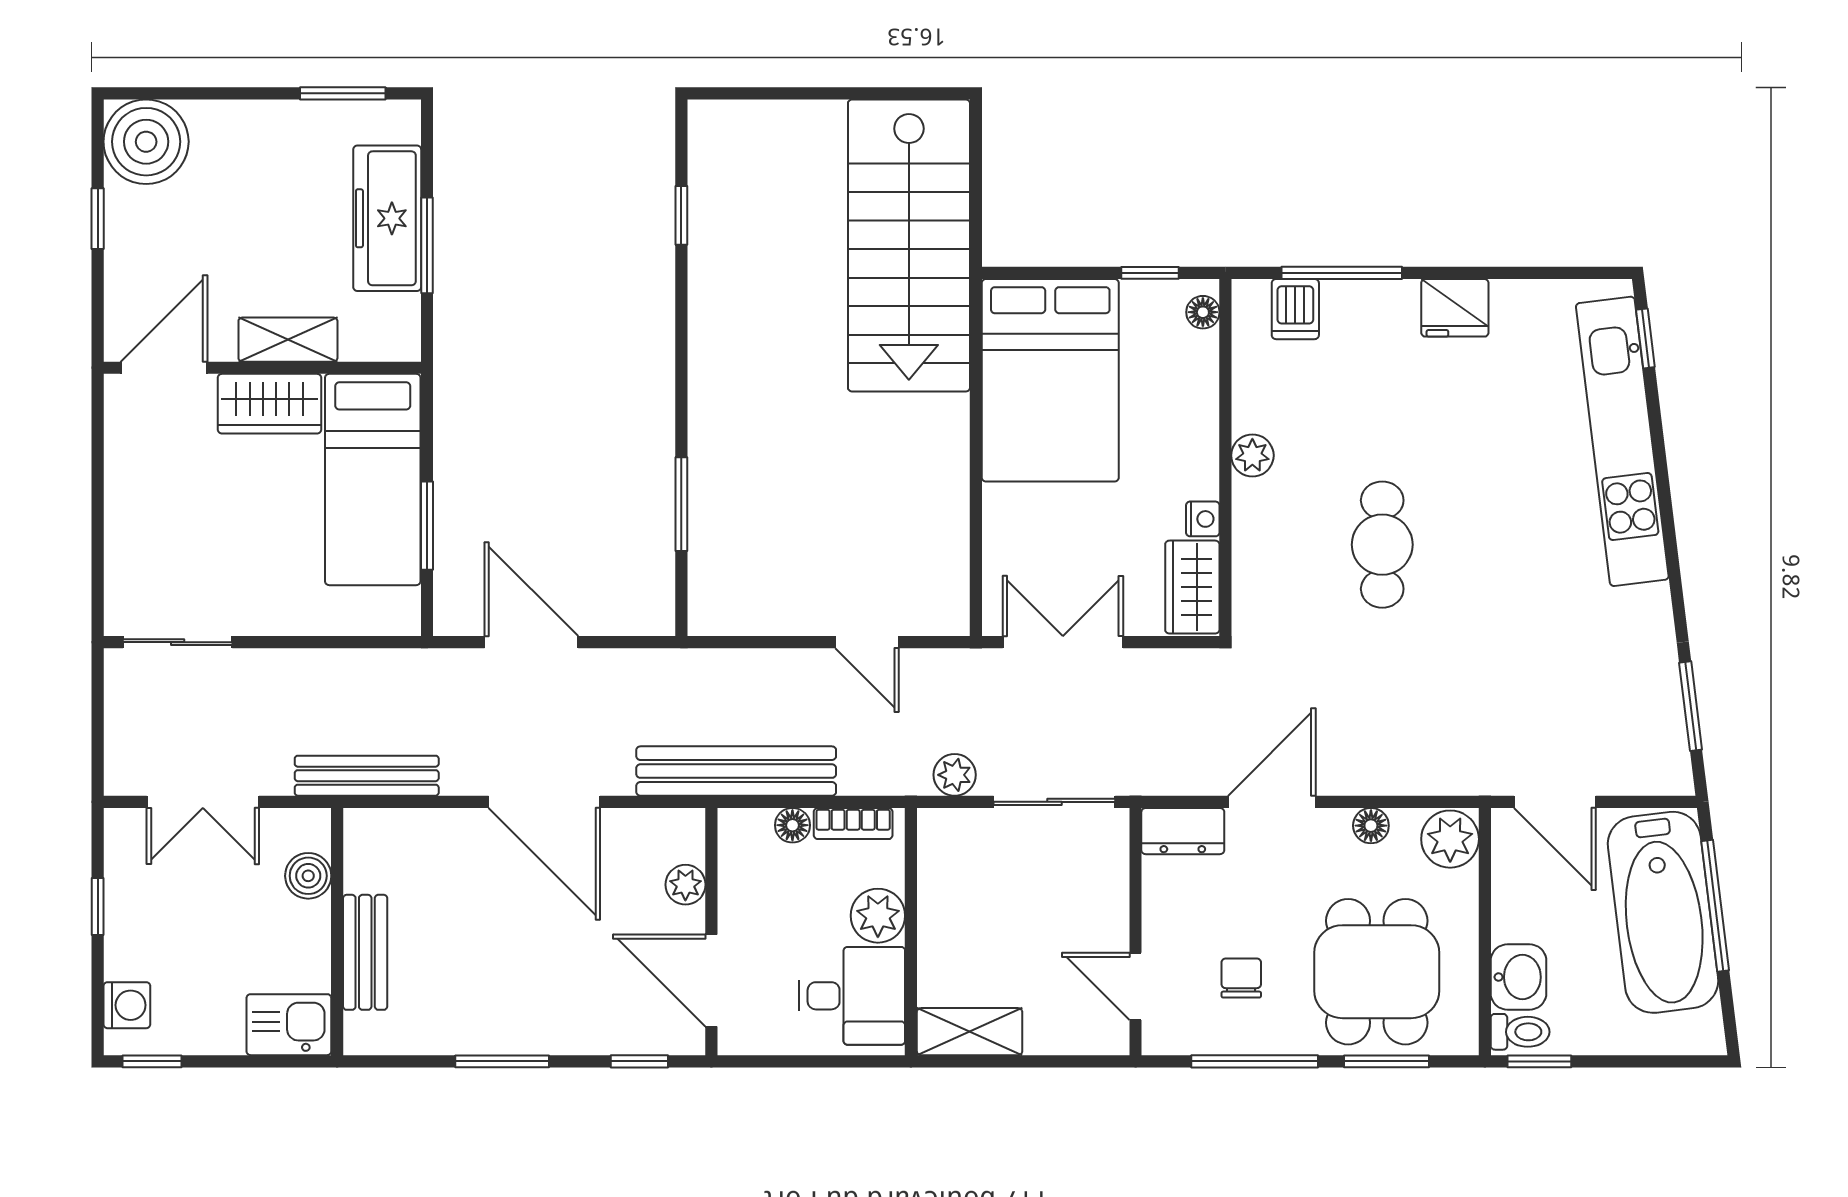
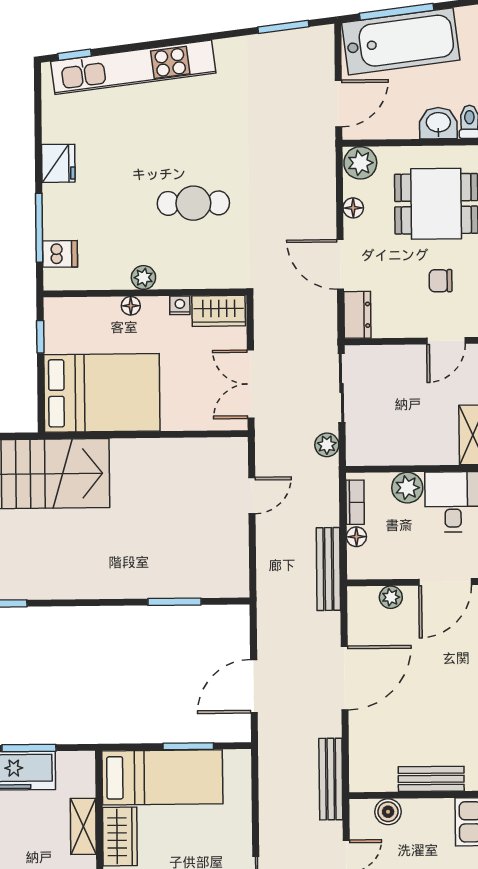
floor lamp: (1203, 312) -> (131, 306), moved
bench: (736, 771) -> (328, 569), width x0.73, depth x0.82

